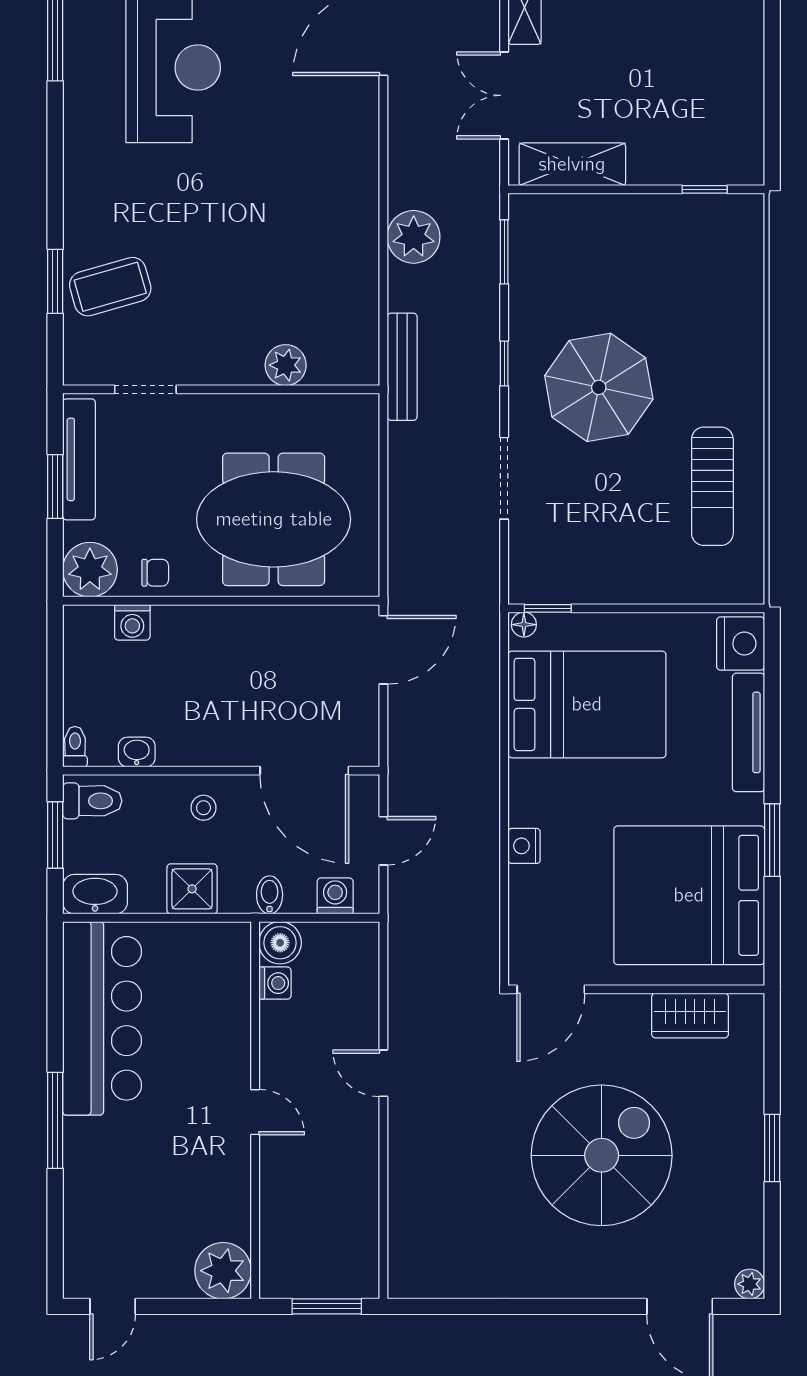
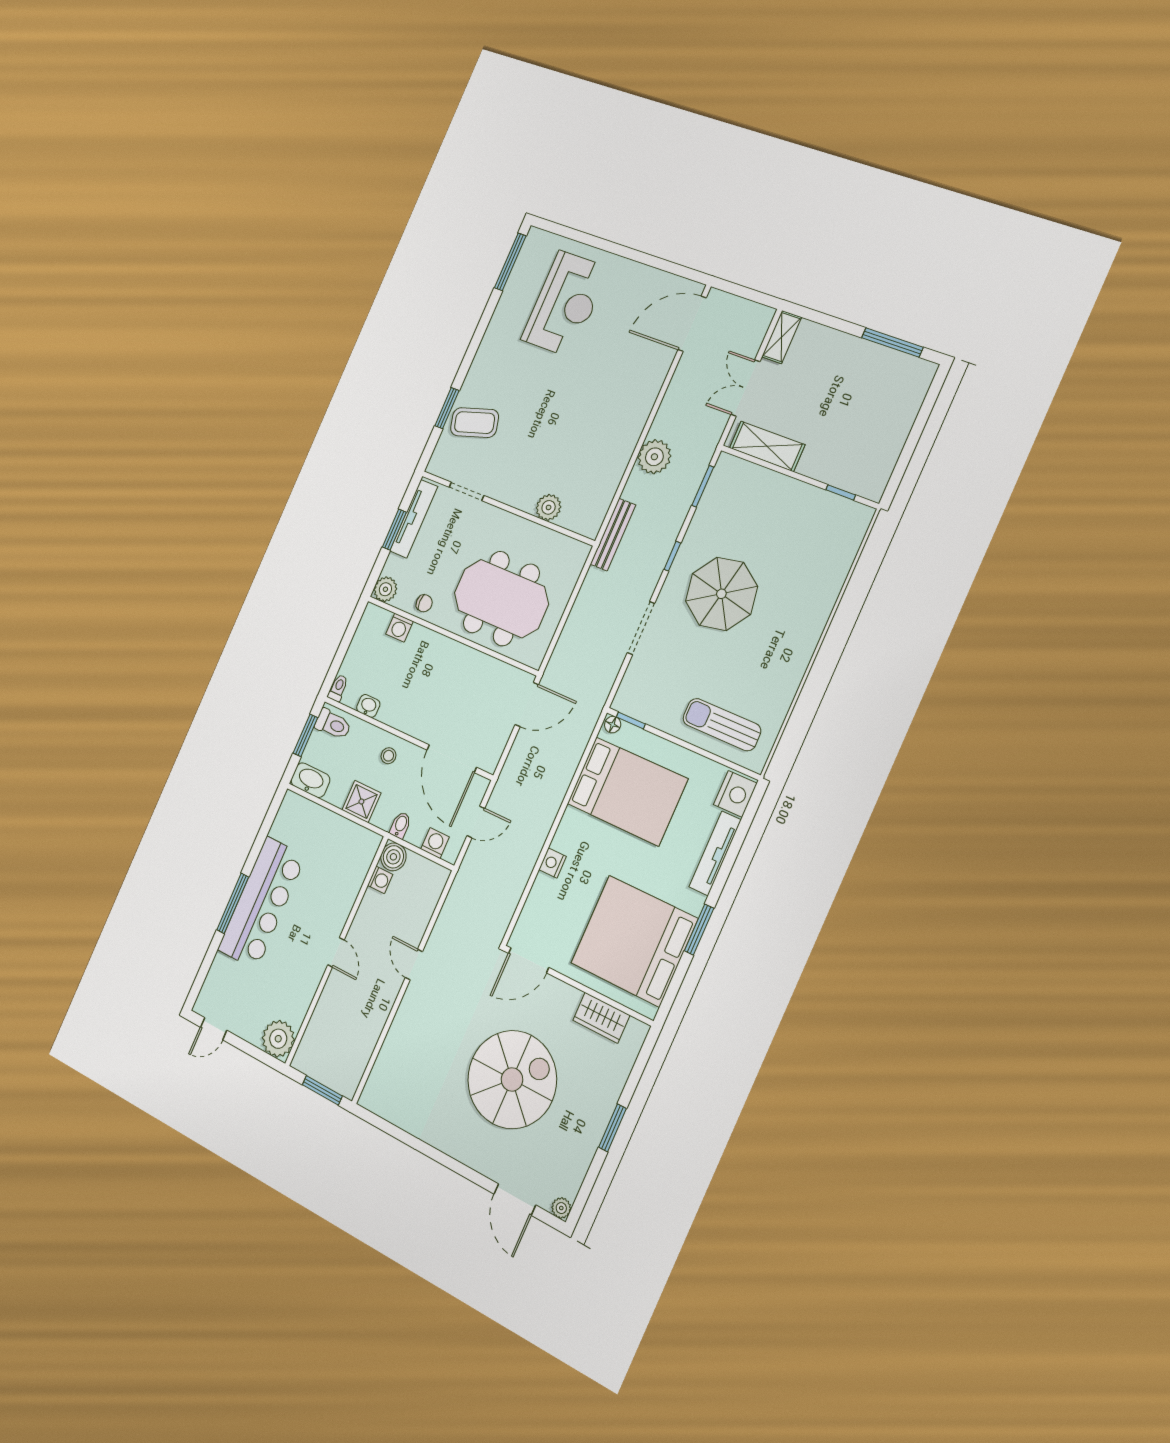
sun lounger: (712, 486) -> (722, 725), moved, turned 90
plant: (90, 570) -> (385, 589), width x0.73, depth x0.73
bar counter: (102, 1018) -> (262, 903), moved

